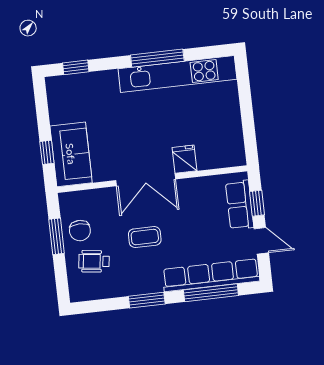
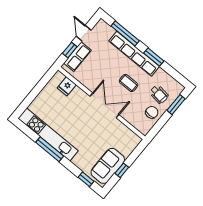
window: (47, 152) -> (122, 170), moved
sofa: (71, 154) -> (108, 166), moved
fridge: (185, 159) -> (67, 86), moved
window: (57, 236) -> (176, 105), moved
row of seats: (211, 275) -> (134, 54), moved

